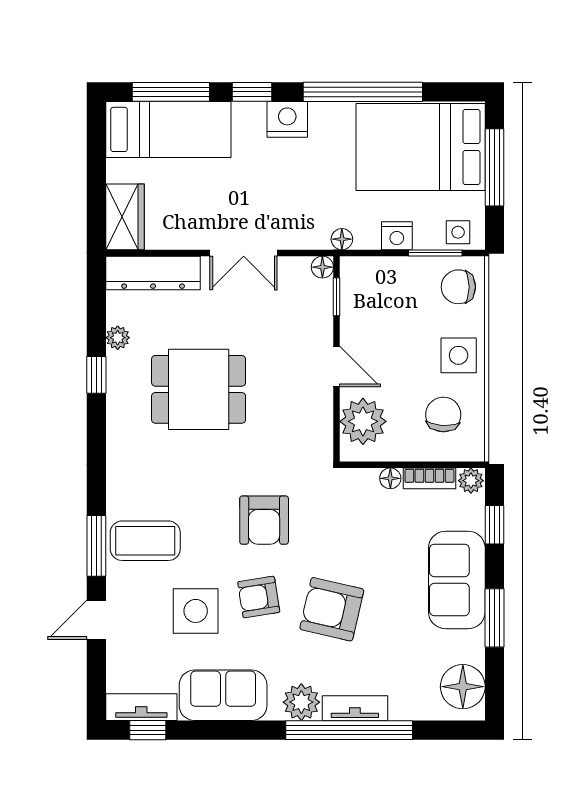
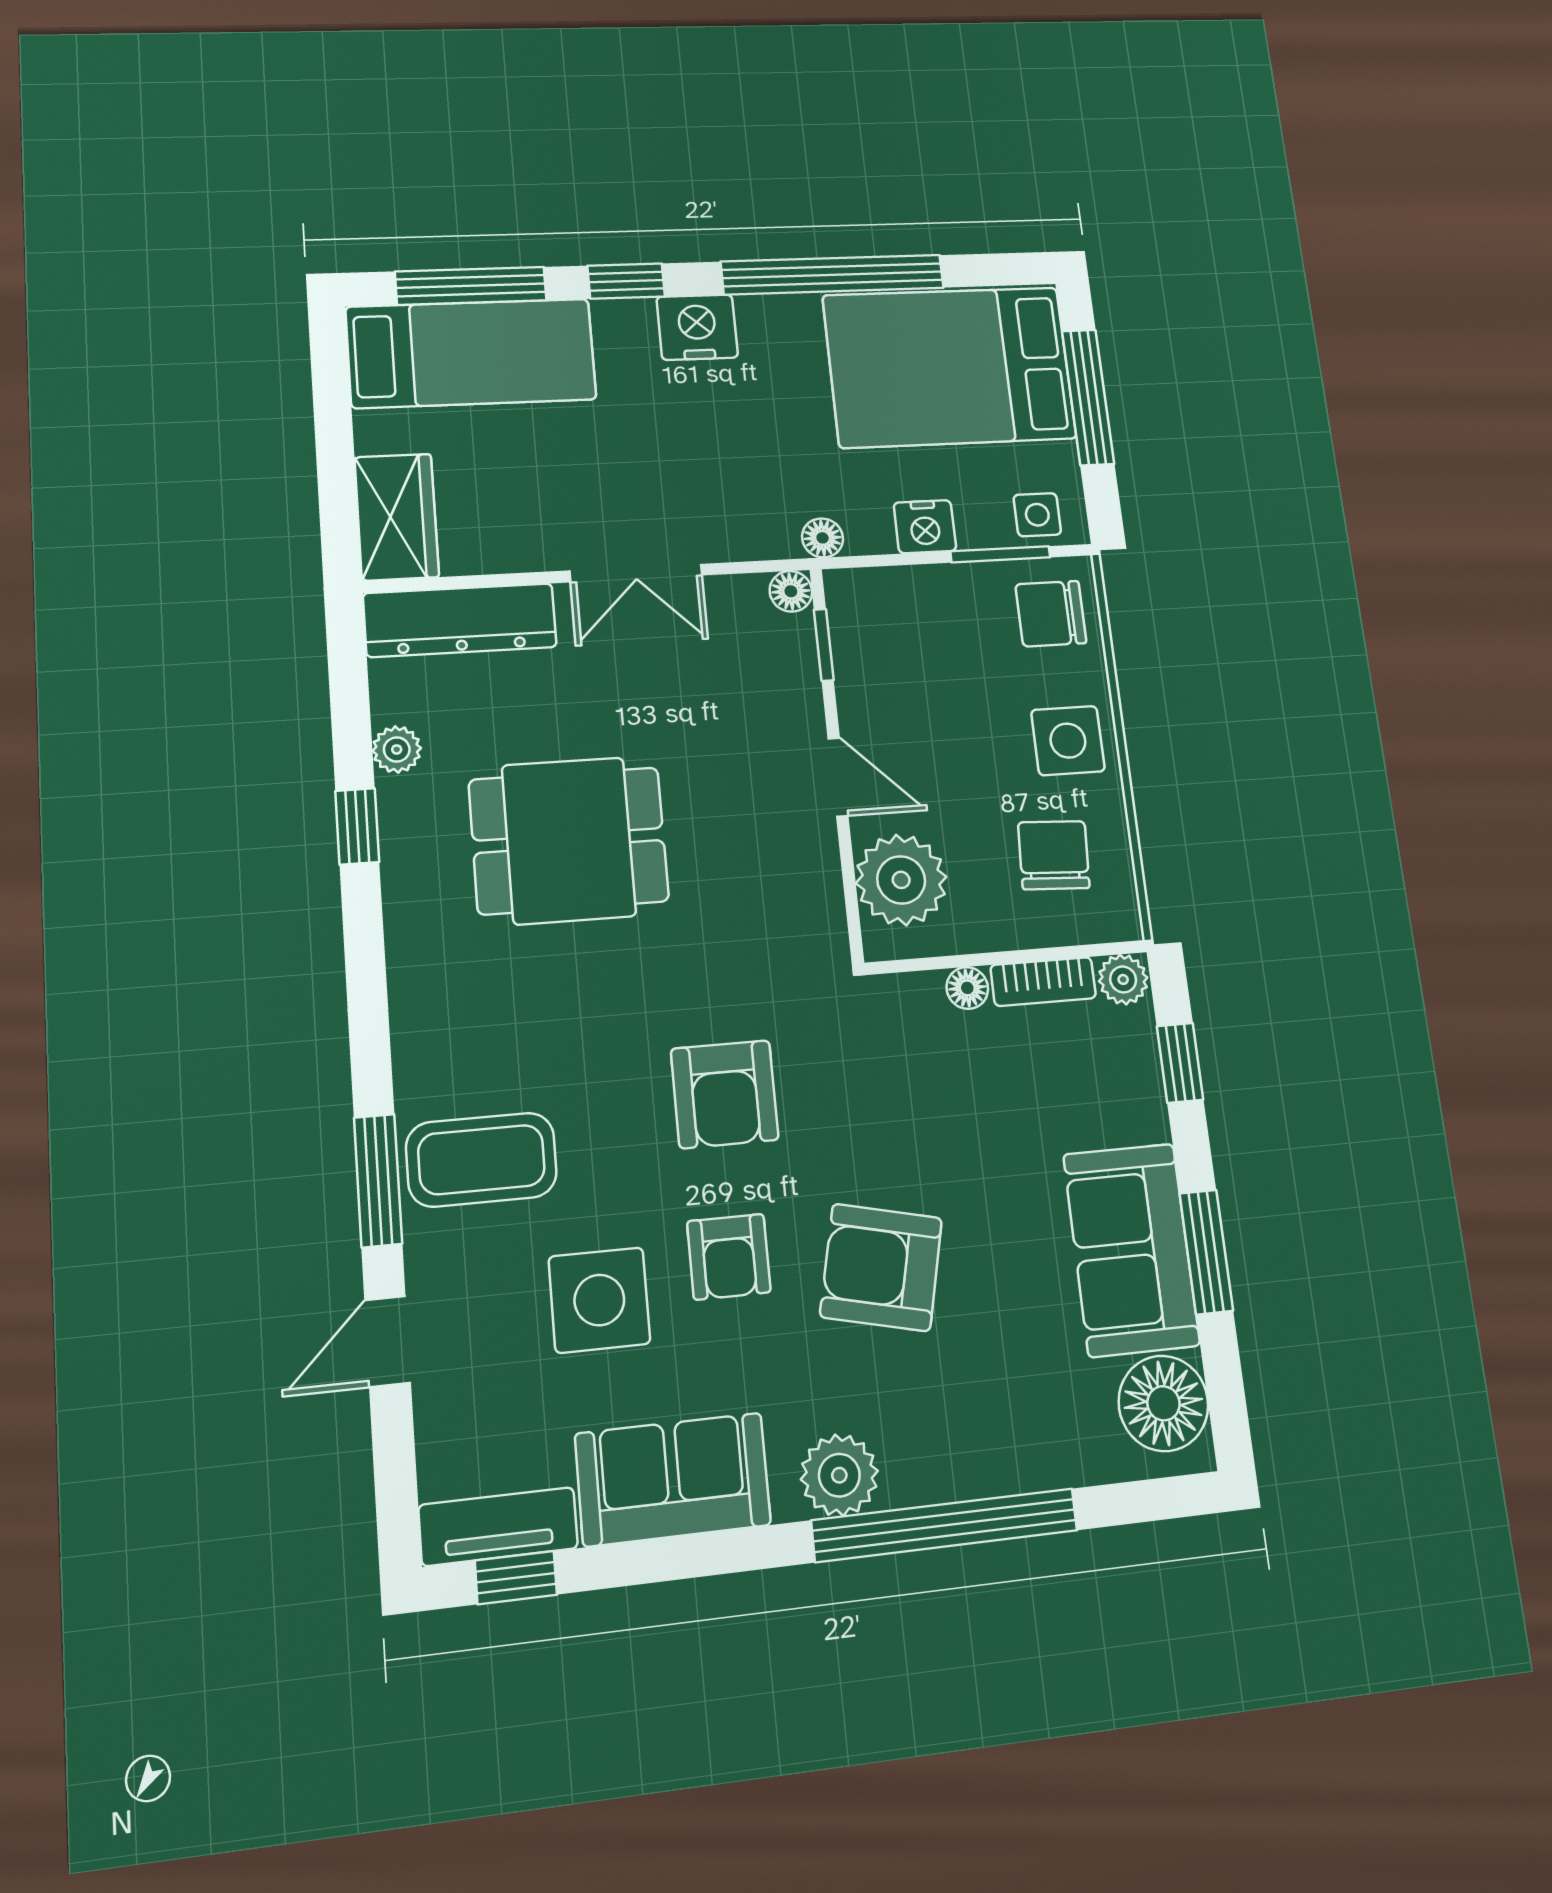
sofa: (457, 580) -> (1131, 1249), moved
armchair: (259, 597) -> (729, 1257), turned -81
tv unit: (355, 708) -> (952, 1475), removed

